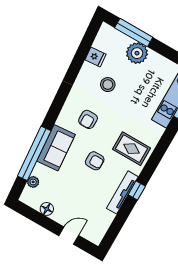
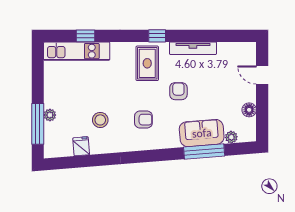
plant: (137, 53) -> (50, 115), width x0.53, depth x0.53
sofa: (56, 148) -> (202, 133), moved
window: (34, 153) -> (204, 152), width x0.68
window: (137, 190) -> (157, 36), moved

